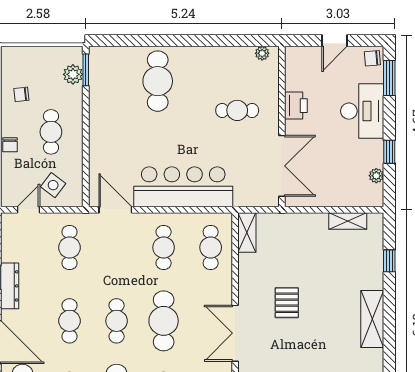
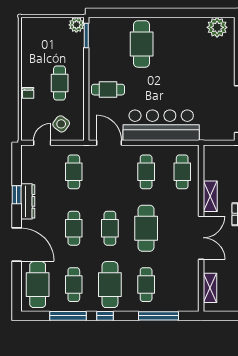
plant: (262, 53) -> (217, 27), width x1.88, depth x1.88
plant: (73, 74) -> (76, 25), moved
chair: (21, 94) -> (37, 54), removed
cafe table: (237, 110) -> (108, 90), moved
shelving: (247, 232) -> (210, 196), moved
double door: (235, 333) -> (201, 238), swing flipped

